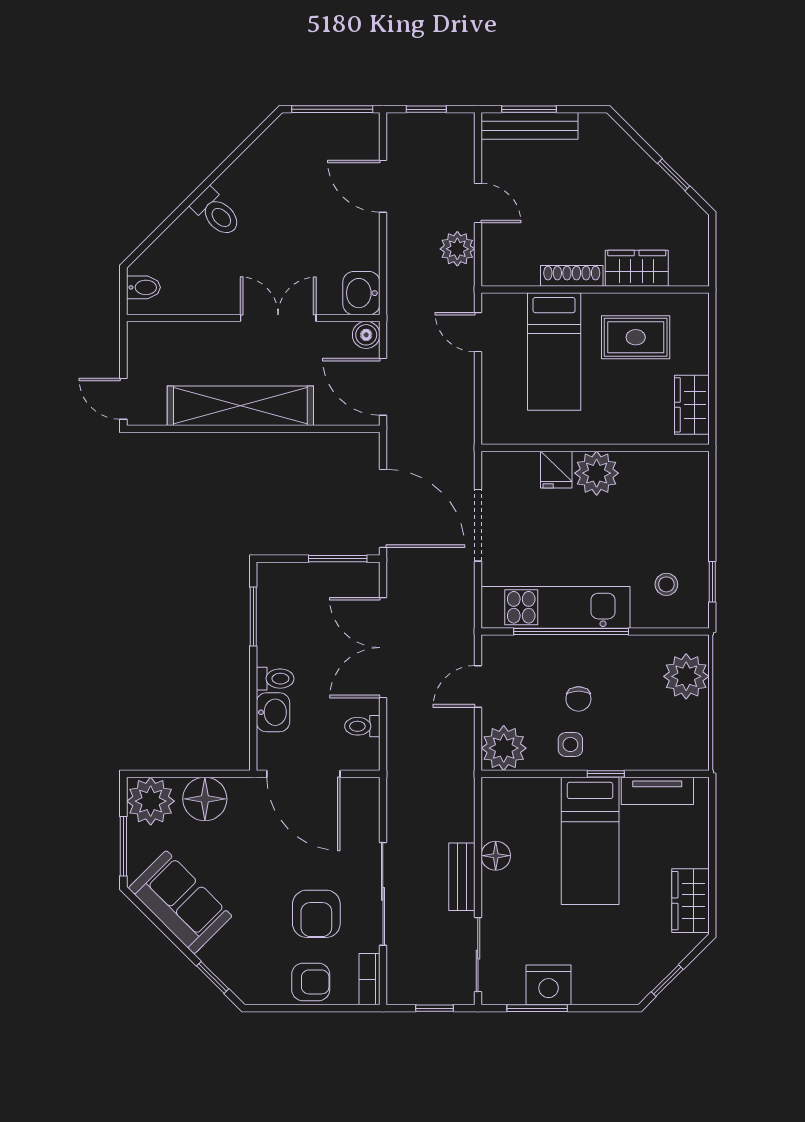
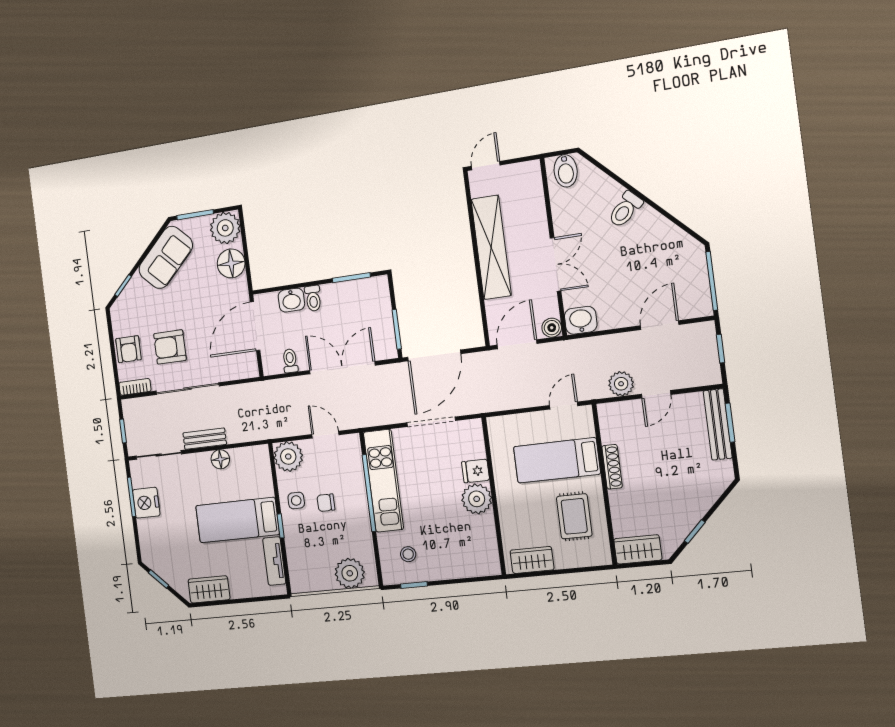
wardrobe: (637, 268) -> (638, 549), moved, turned -90
bidet: (143, 287) -> (566, 171), width x1.38, depth x1.36

